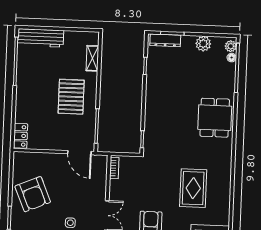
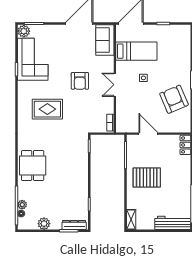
plant: (231, 46) -> (22, 205), moved
shelving: (92, 58) -> (131, 220), moved
pallet: (71, 97) -> (147, 177), turned 90
door: (79, 153) -> (148, 134), moved
rug: (193, 188) -> (47, 109), turned 90

